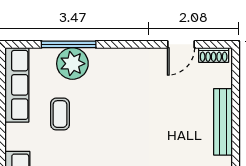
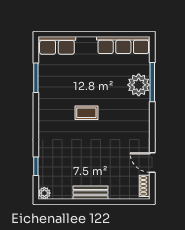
coffee table: (60, 114) -> (86, 113), moved
bench: (223, 122) -> (91, 193), width x0.73

